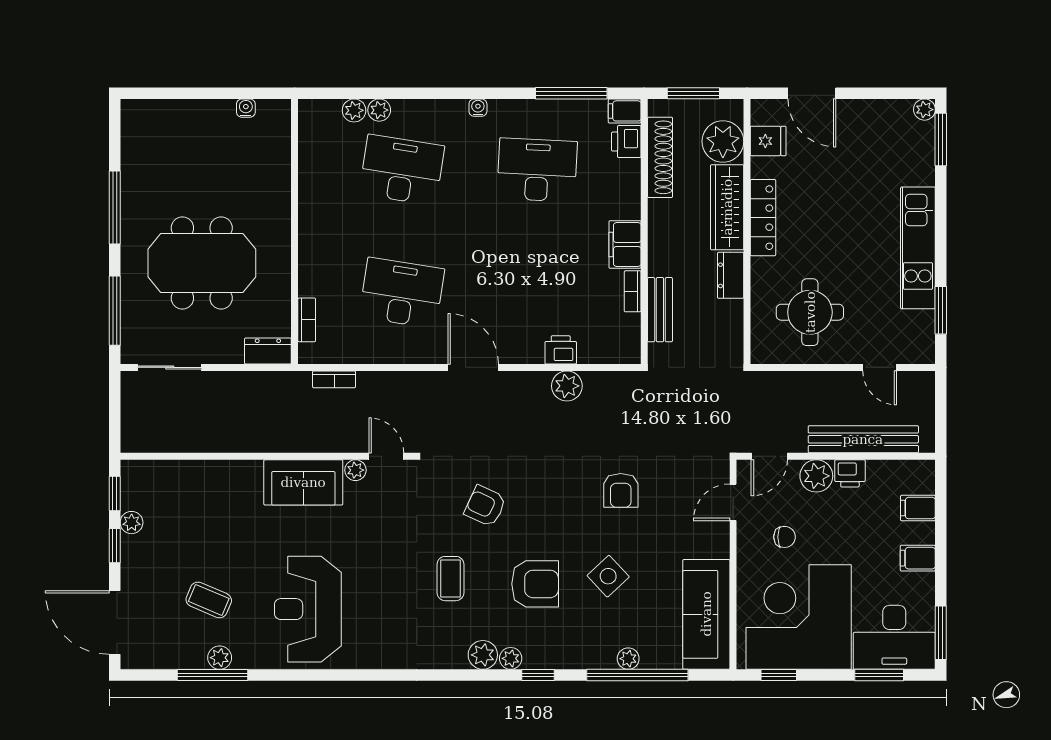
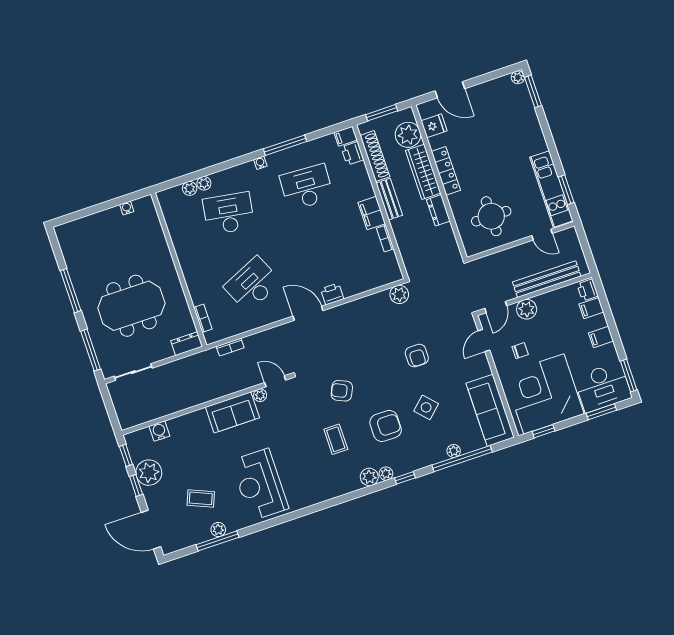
window: (571, 93) -> (285, 145), moved
kitchen unit: (918, 248) -> (551, 189), moved
desk: (402, 293) -> (252, 284), turned -33
bench: (660, 310) -> (389, 199), moved
printer: (561, 350) -> (332, 294), moved
plant: (567, 386) -> (399, 294), moved
water cooler: (180, 473) -> (159, 431), added
printer: (850, 473) -> (587, 290), moved, turned 90
plant: (132, 523) -> (149, 473), width x1.88, depth x1.88

